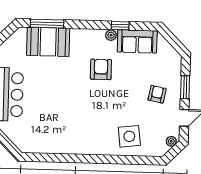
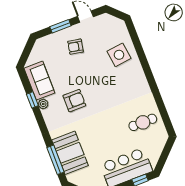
armchair: (101, 69) -> (74, 101), turned 180
cafe table: (48, 132) -> (143, 122), added
plant: (171, 141) -> (109, 19), removed

